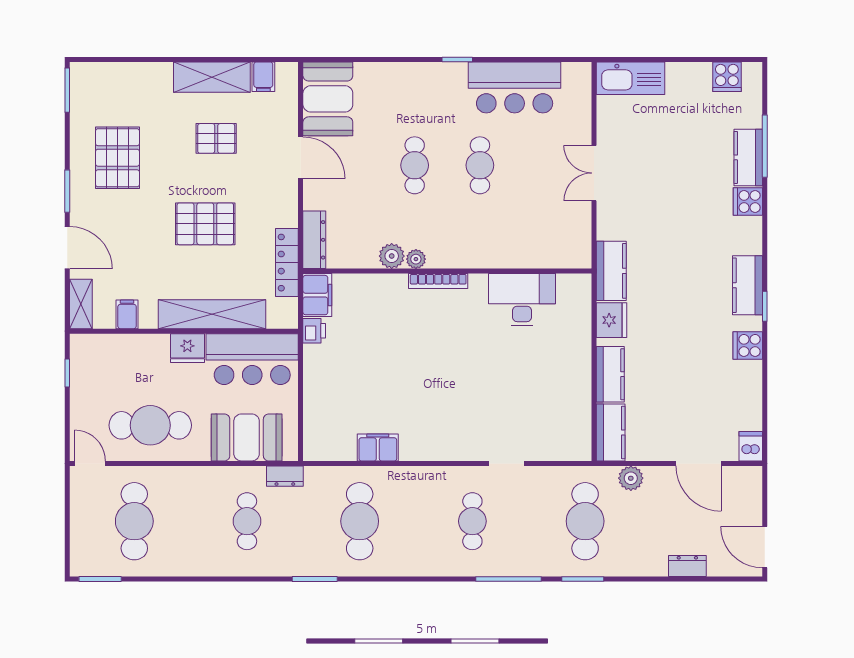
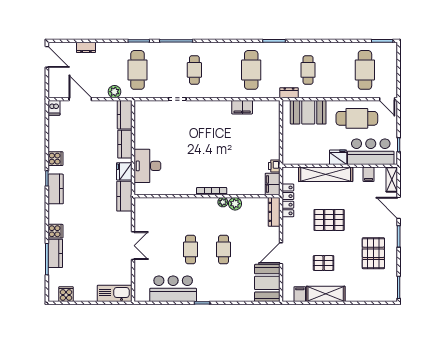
door: (301, 158) -> (281, 253), hinge flipped
desk: (522, 300) -> (147, 166), moved, turned 90
bar counter: (252, 359) -> (371, 152), moved

